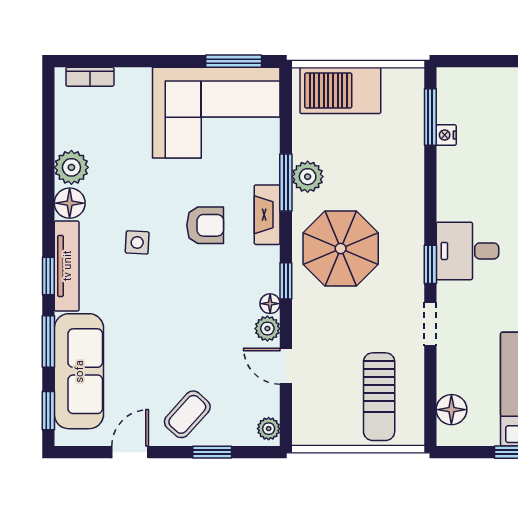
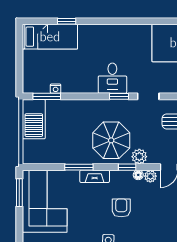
barbecue: (340, 90) -> (34, 119), moved
plant: (308, 177) -> (139, 157), moved
armchair: (205, 225) -> (121, 208), moved

